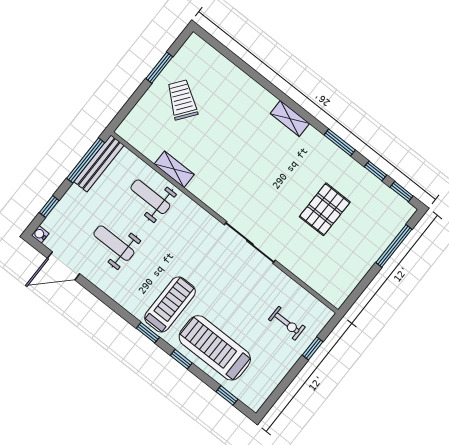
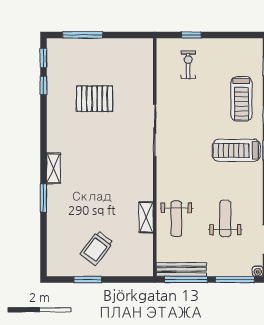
window: (340, 142) -> (43, 198), moved
window: (49, 207) -> (235, 280), width x2.17
weight bench: (114, 243) -> (225, 219), turned 180
treadmill: (215, 348) -> (241, 99), width x0.73, depth x0.73

